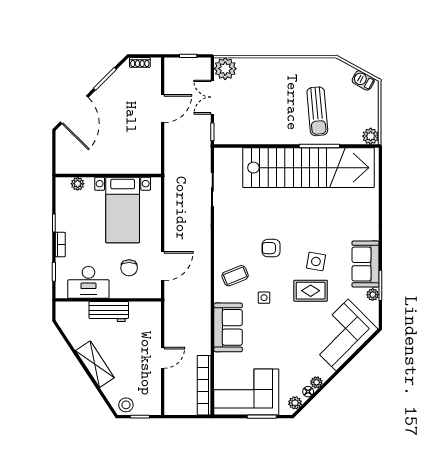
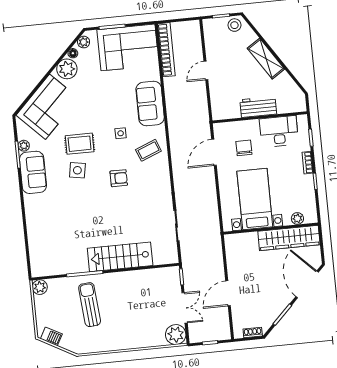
wardrobe: (89, 163) -> (289, 238), added
stairs: (309, 168) -> (120, 257), width x0.54, depth x0.66
plant: (316, 382) -> (67, 69), width x1.87, depth x1.87

